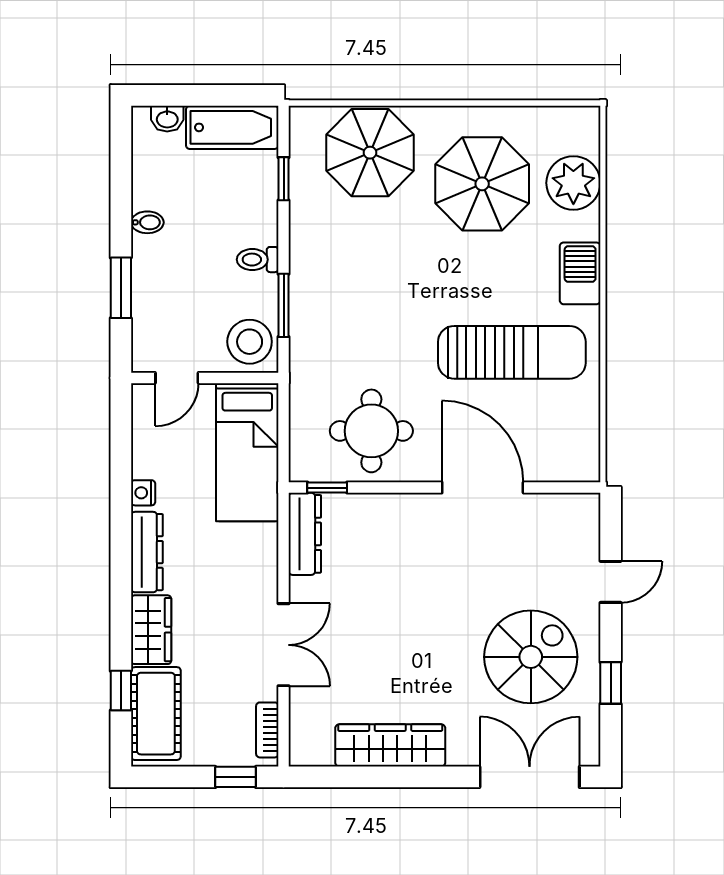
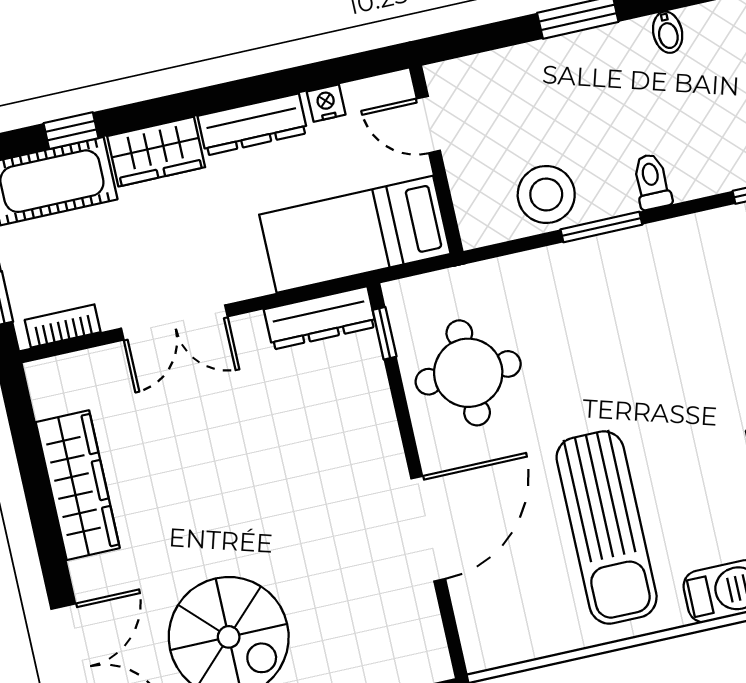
door: (177, 378) -> (428, 125), moved
wall: (205, 378) -> (436, 160), moved
bed: (247, 452) -> (355, 234), moved

